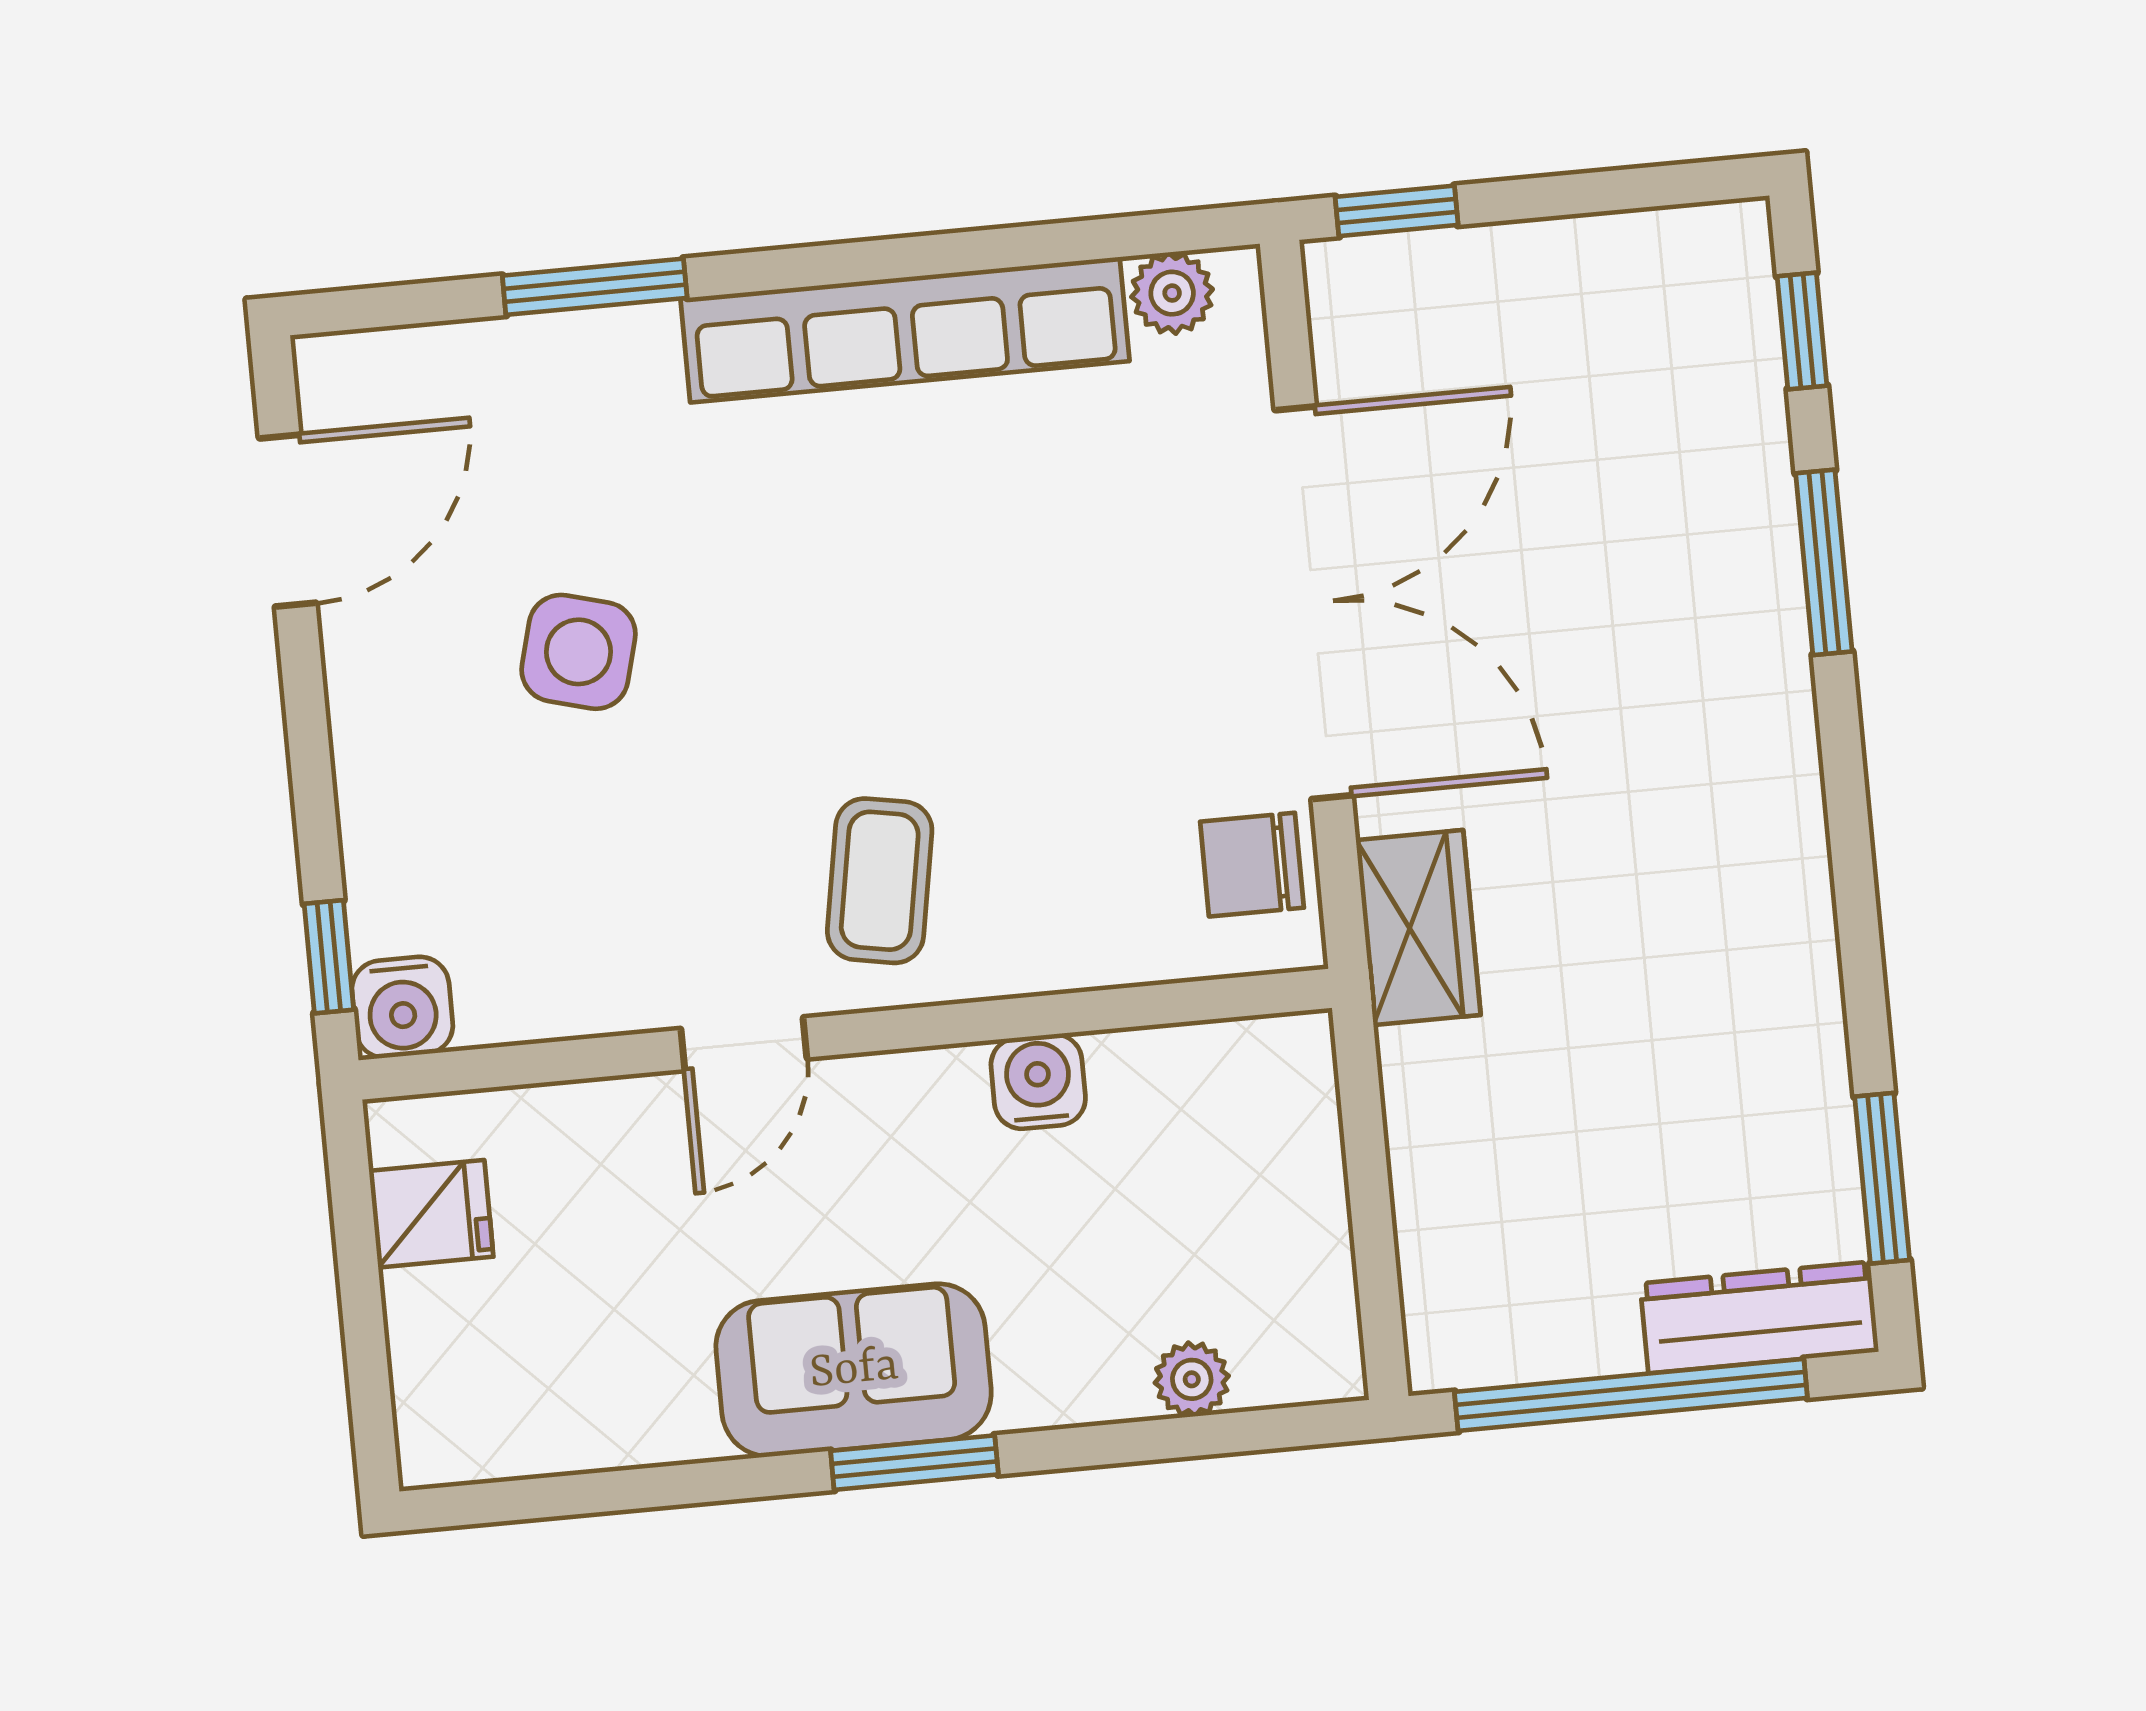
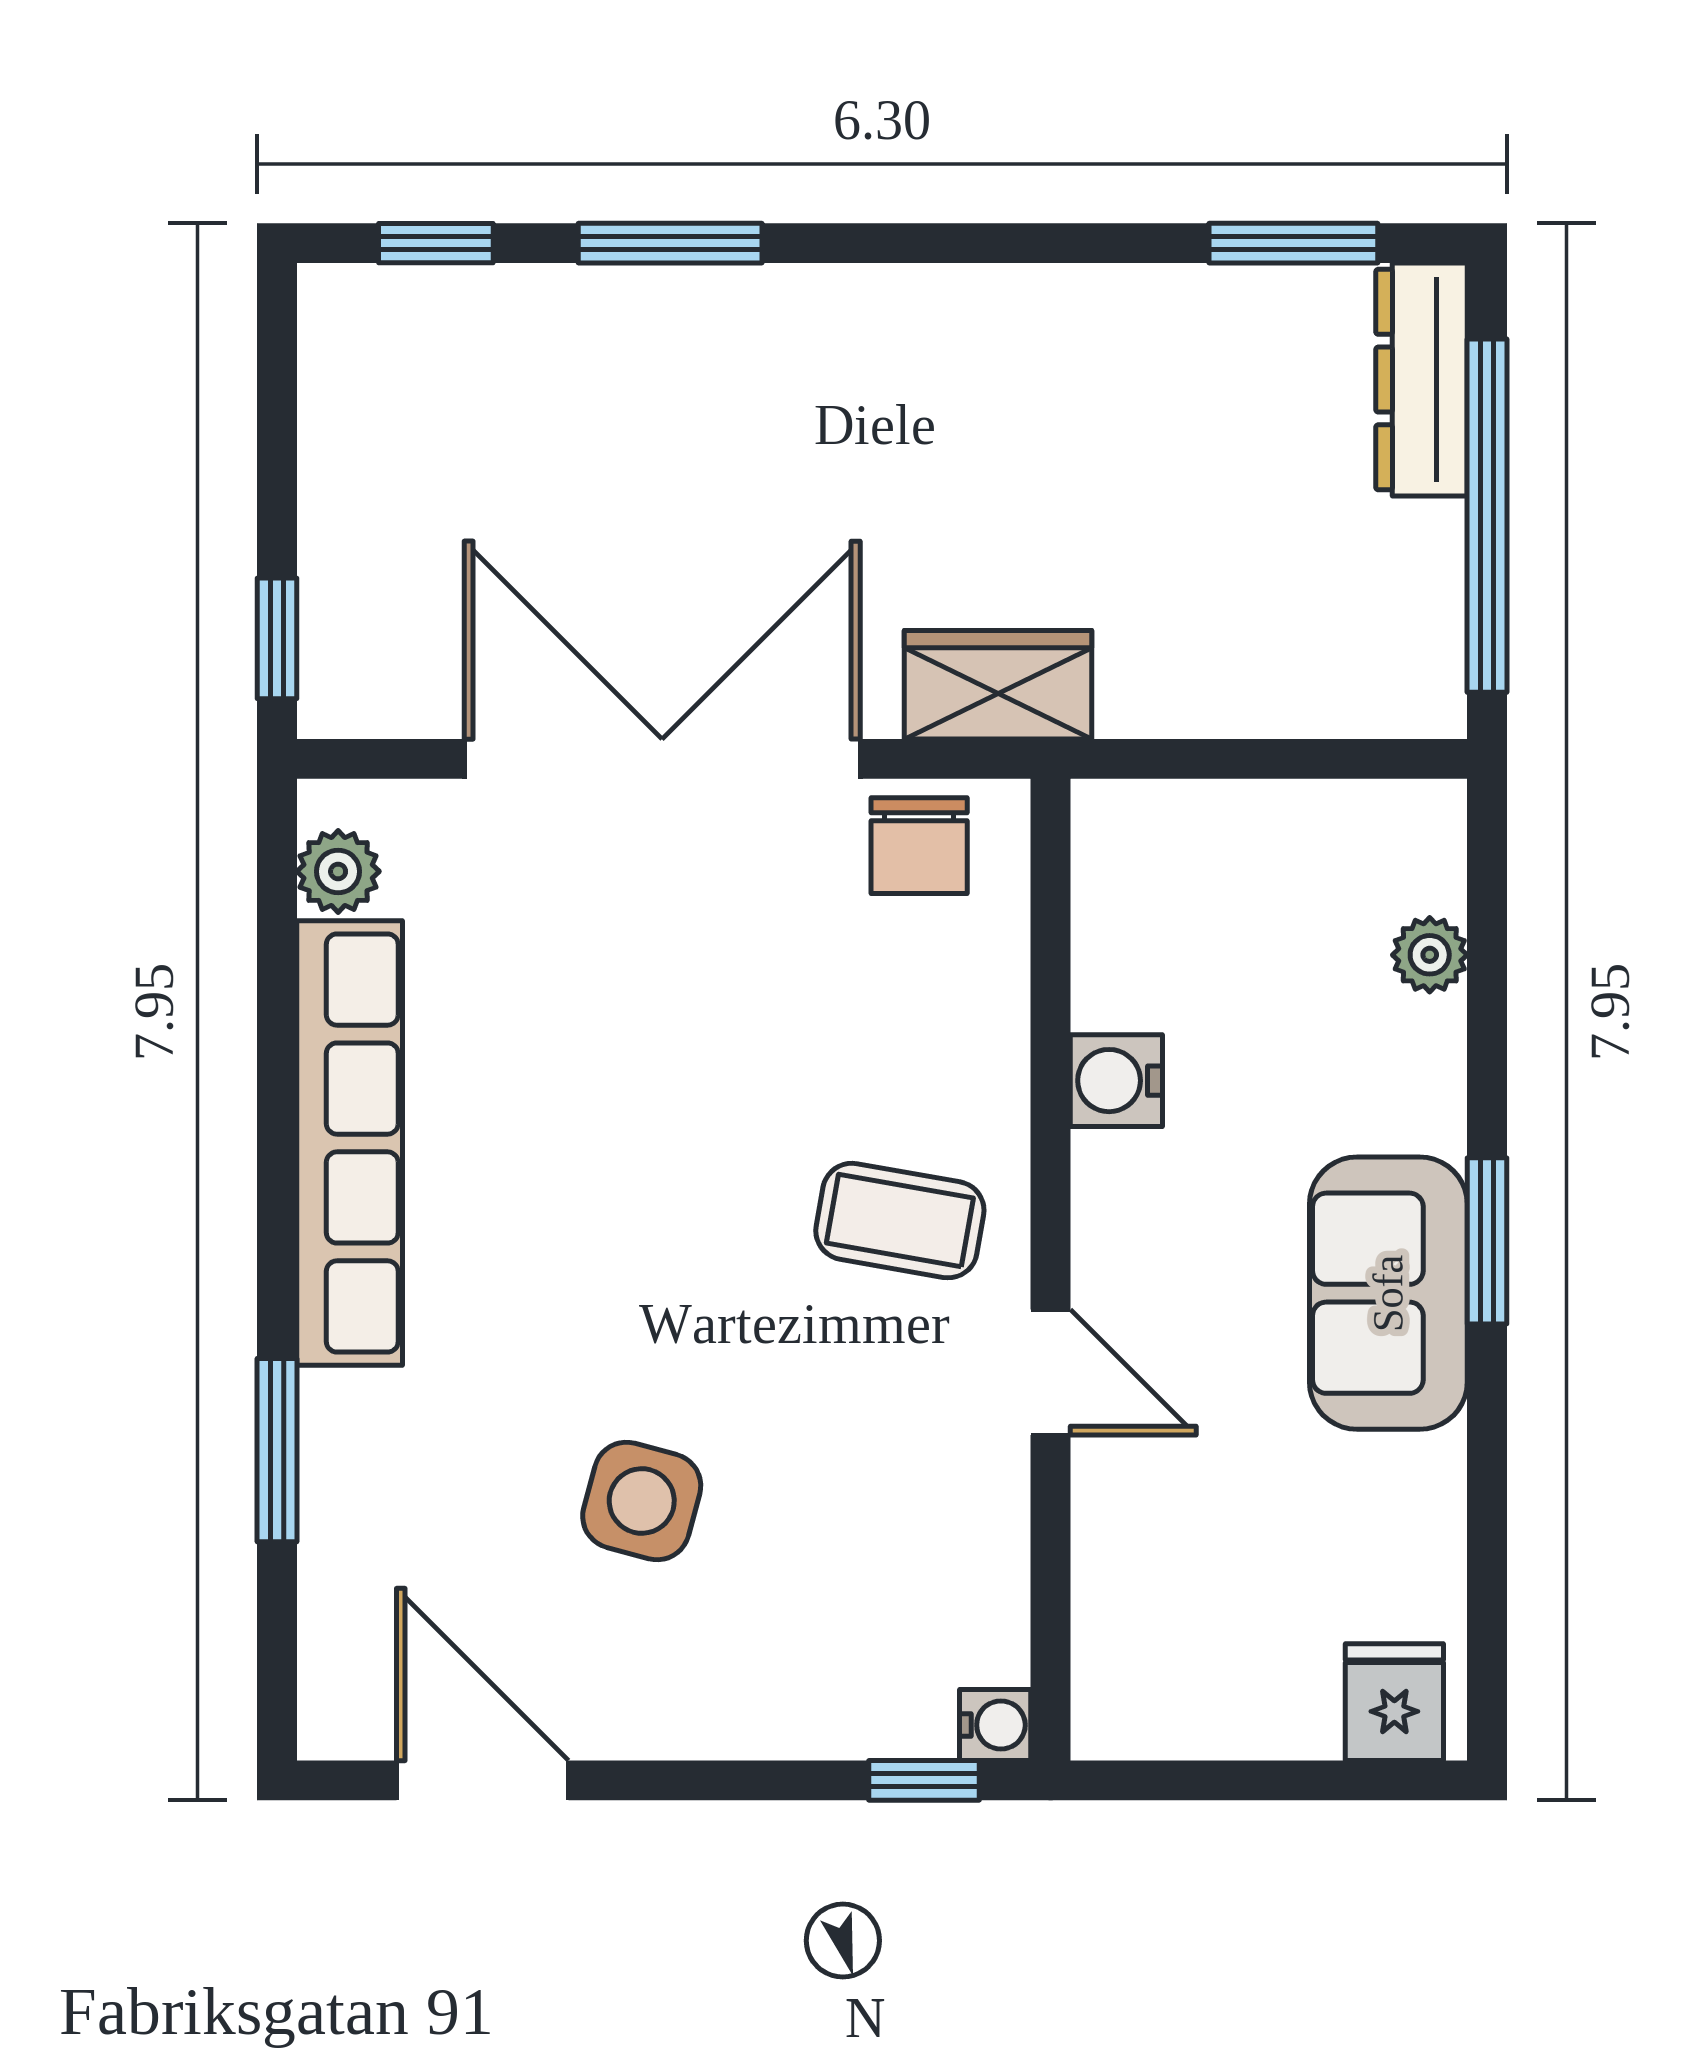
water cooler: (402, 1007) -> (995, 1725), width x0.72, depth x0.72
fridge: (431, 1214) -> (1394, 1702), moved

